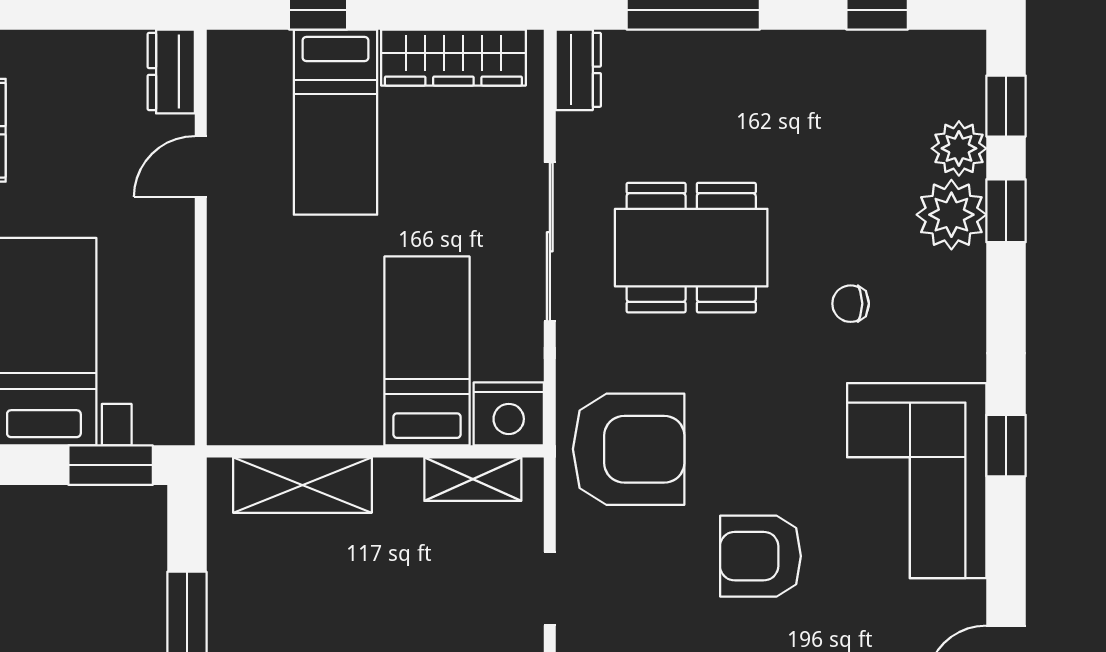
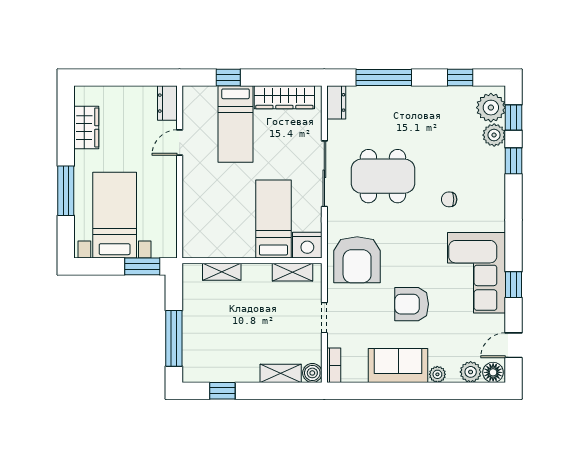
plant: (951, 215) -> (491, 108), moved
window: (1006, 446) -> (514, 285), moved
armchair: (629, 449) -> (357, 260), turned 90
shelving: (302, 485) -> (222, 272), width x0.67, depth x0.75

